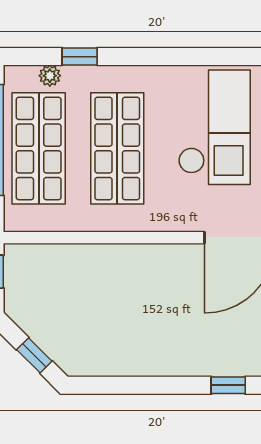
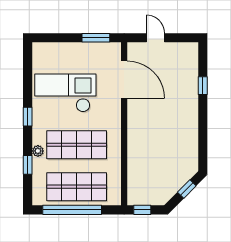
window: (170, 57) -> (28, 117), added
plant: (50, 76) -> (38, 151), moved

